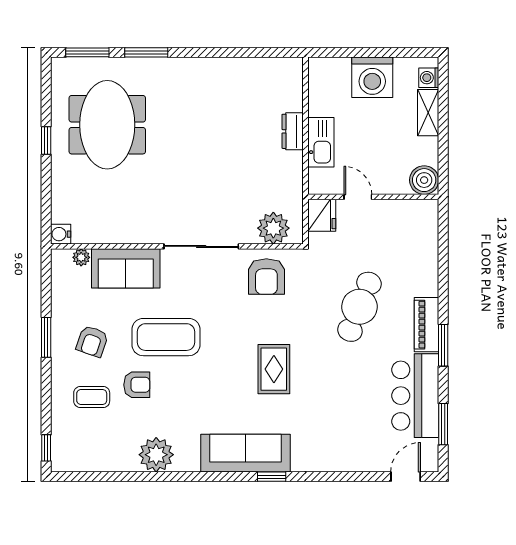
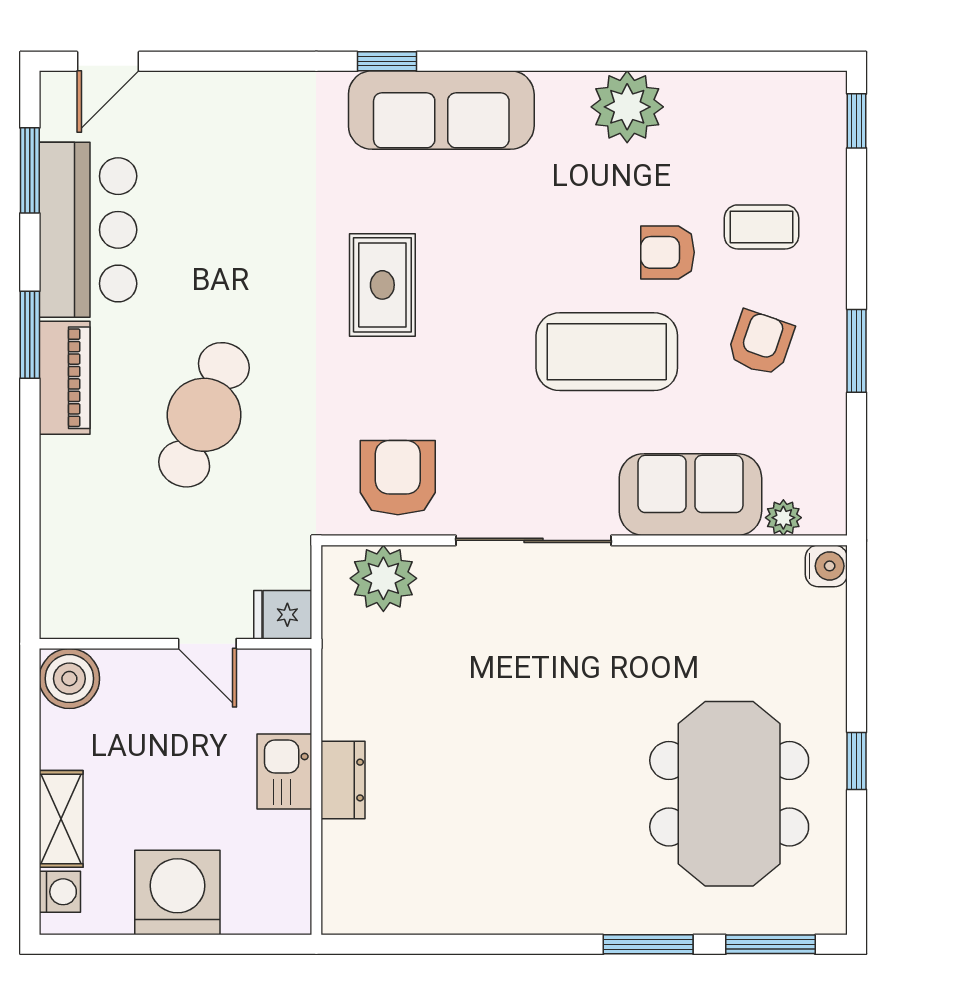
kitchen sink: (321, 142) -> (284, 772), width x0.73
fridge: (322, 215) -> (283, 615), width x0.72

